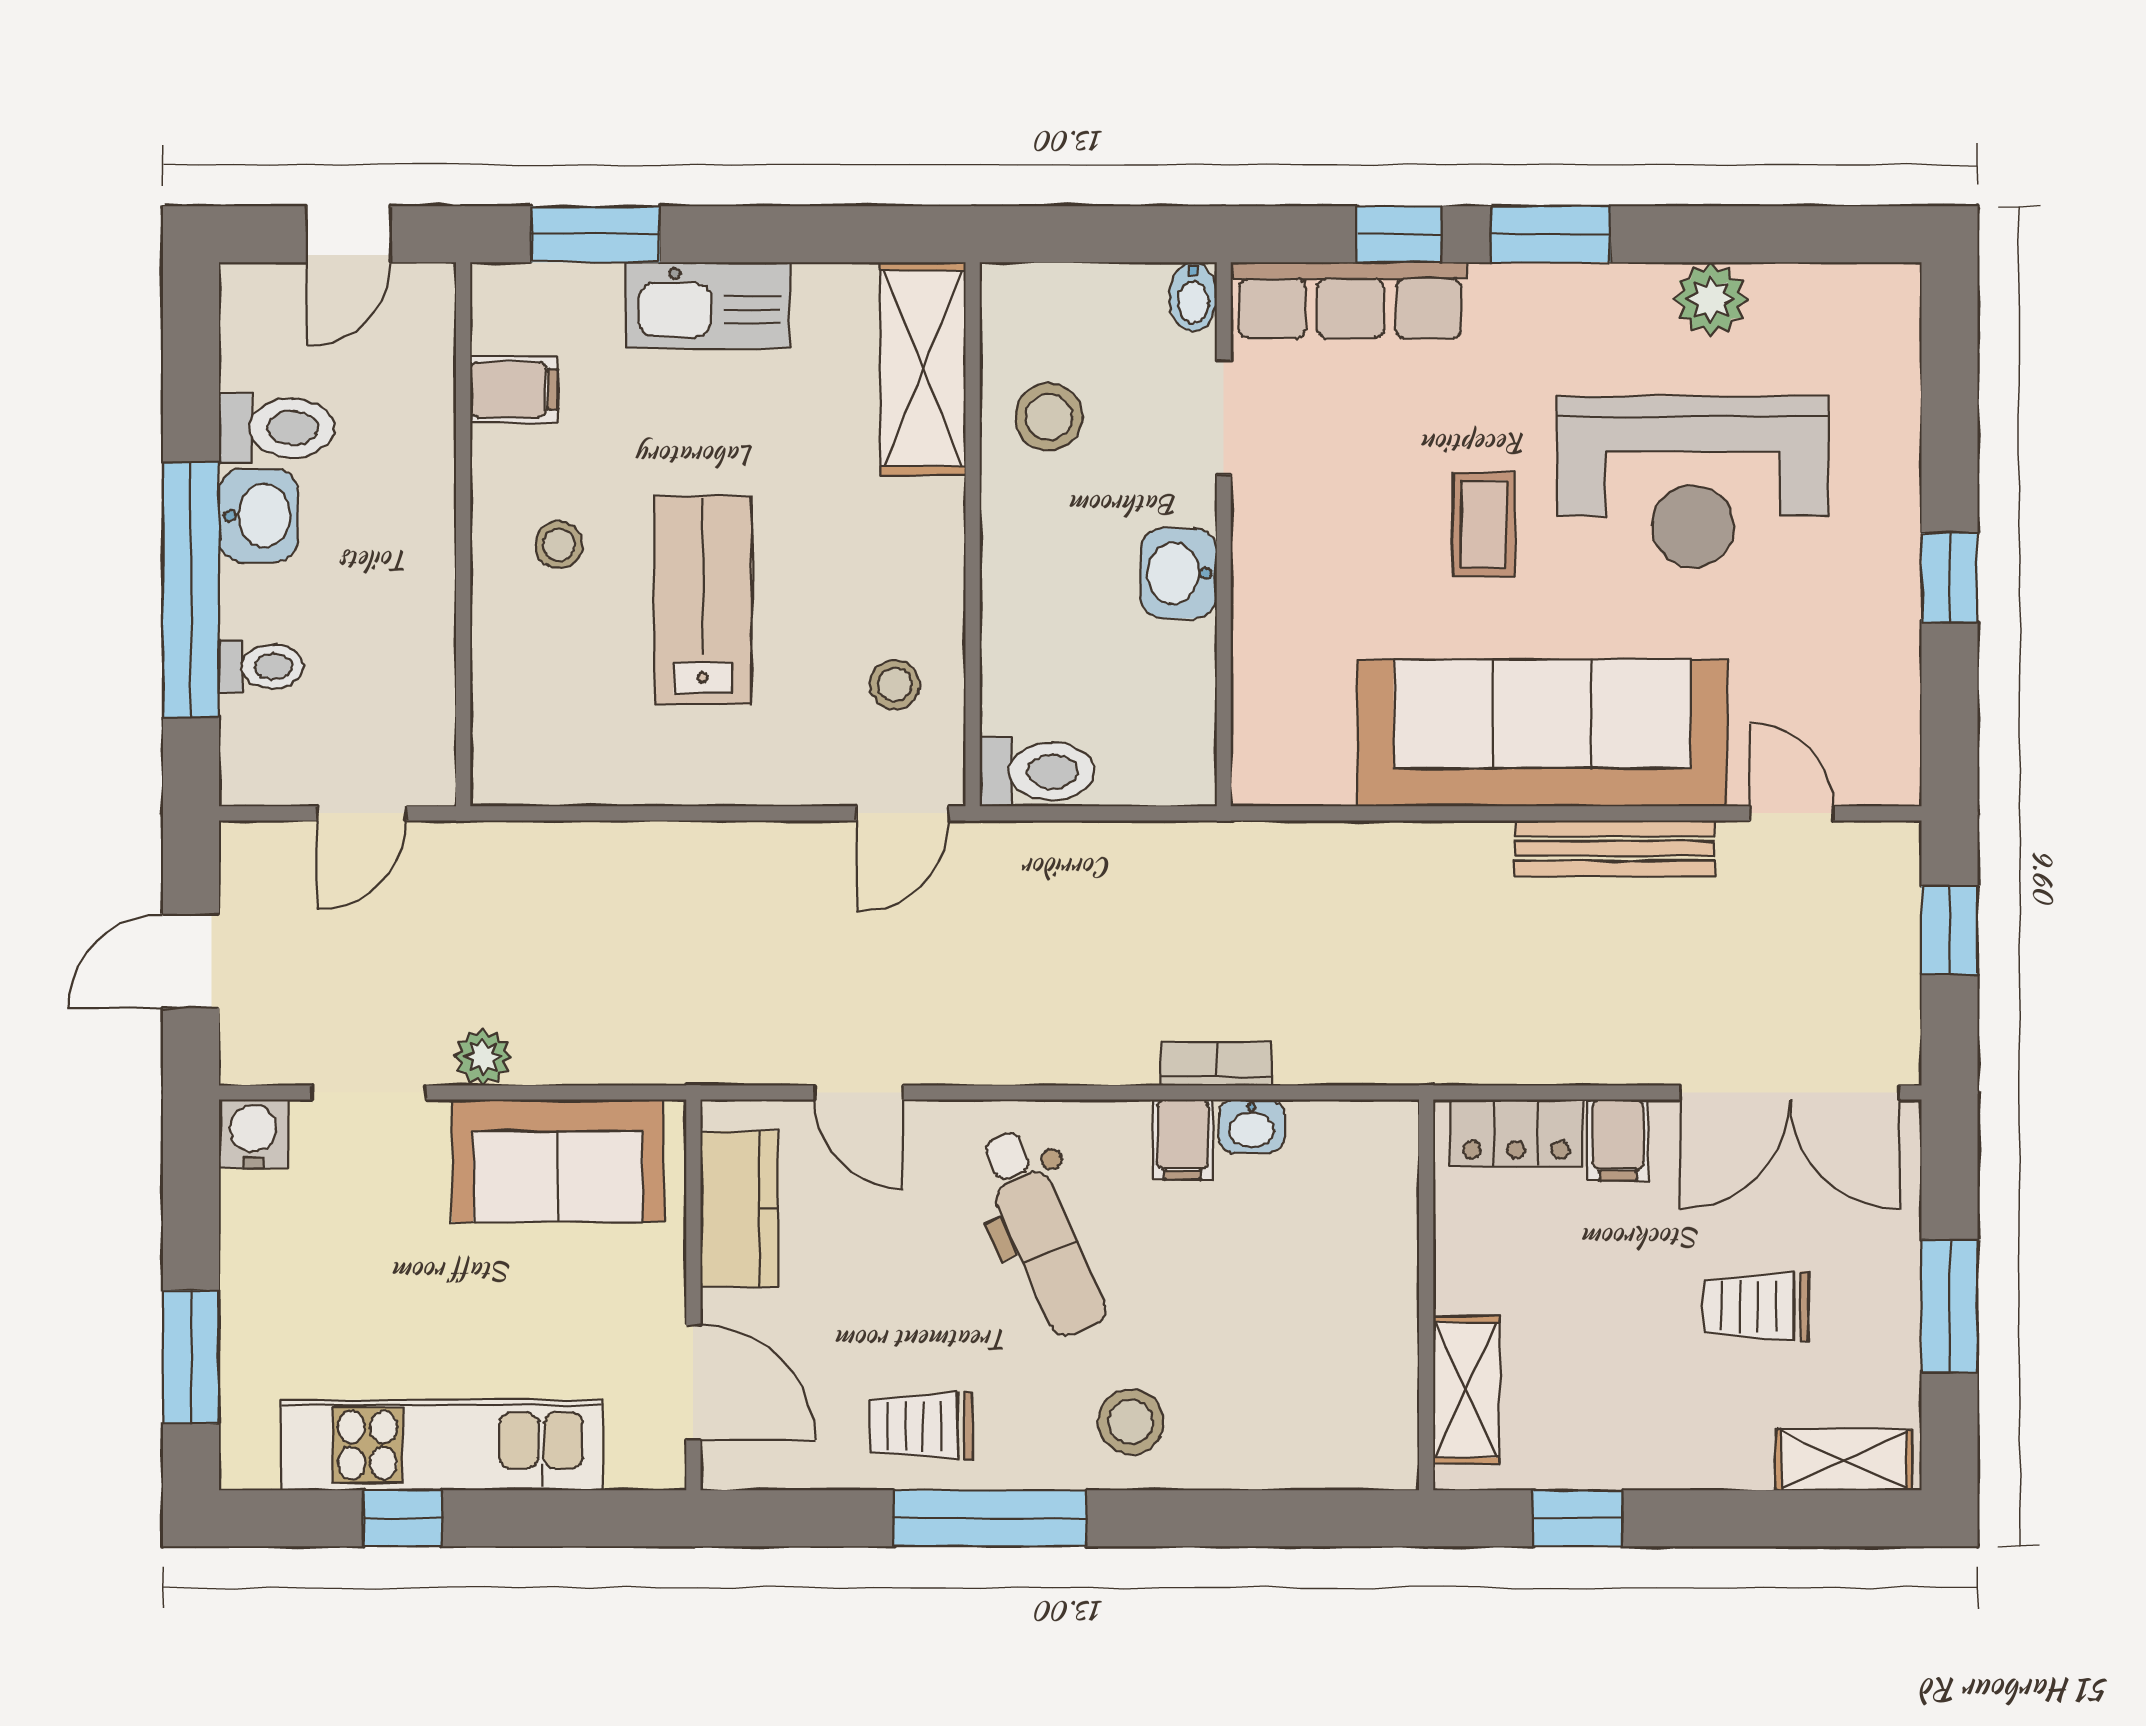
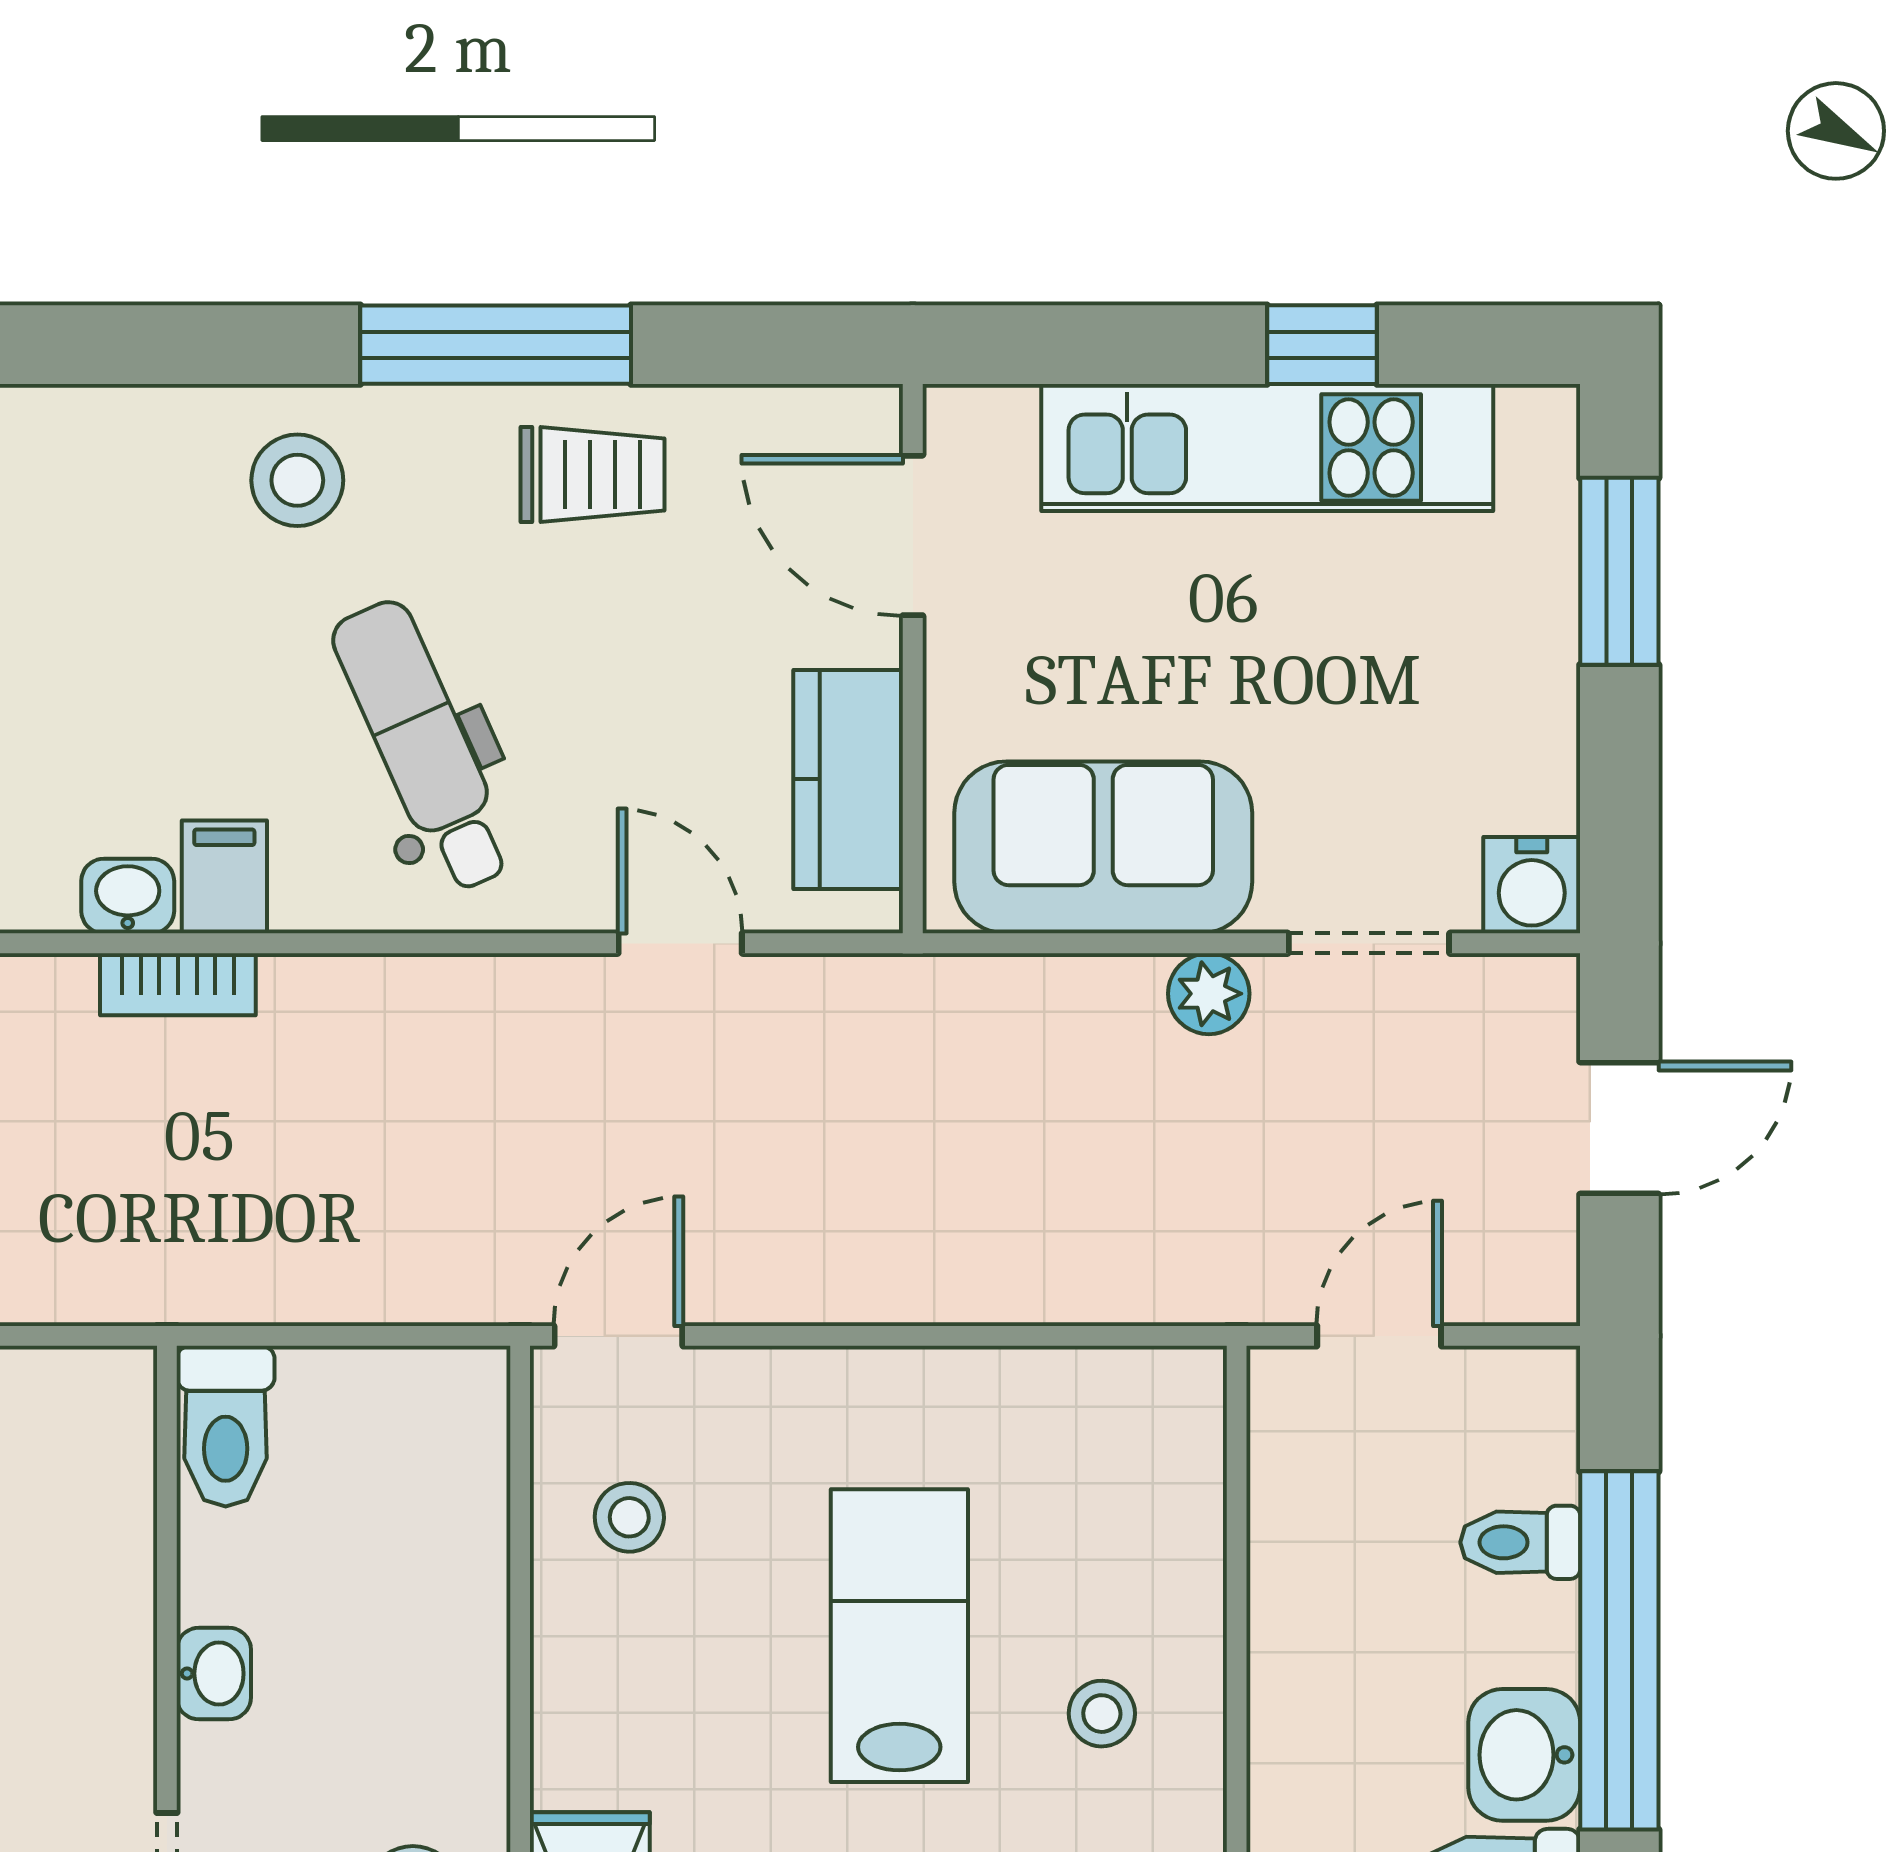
washbasin: (1179, 573) -> (214, 1674), width x0.72, depth x0.69
lab bench: (703, 600) -> (899, 1636), turned 180
toilet: (1037, 772) -> (226, 1426), moved, turned -90

